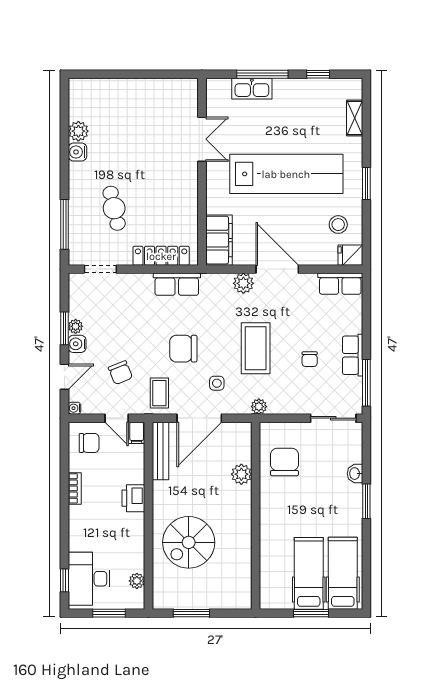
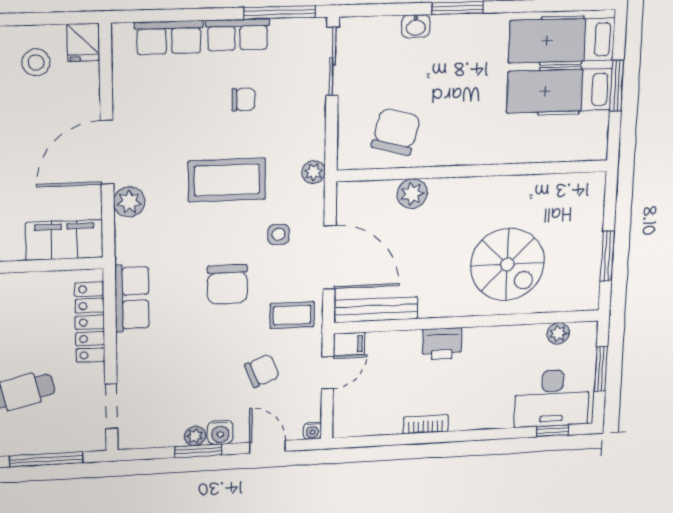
row of seats: (340, 284) -> (169, 38), moved, turned 90
chair: (89, 443) -> (362, 408), removed
chair: (284, 462) -> (396, 132), turned 105

